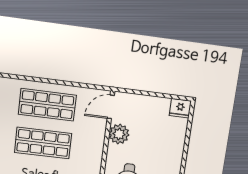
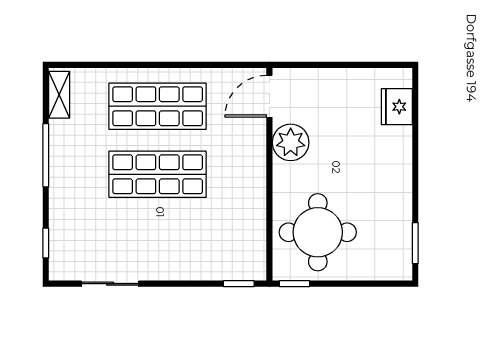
fridge: (180, 108) -> (397, 107), moved, turned 90

